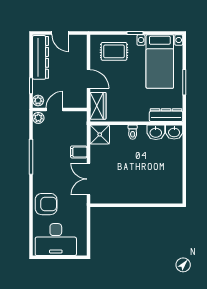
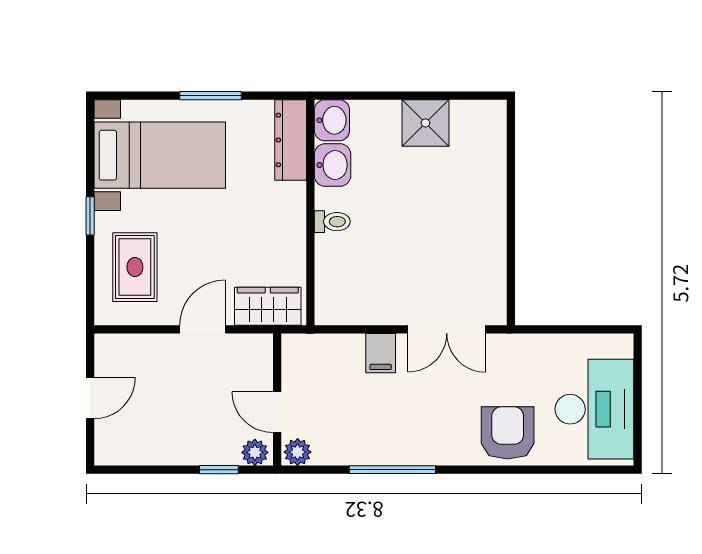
dresser: (41, 57) -> (150, 447), removed
shower: (100, 134) -> (425, 123), moved

